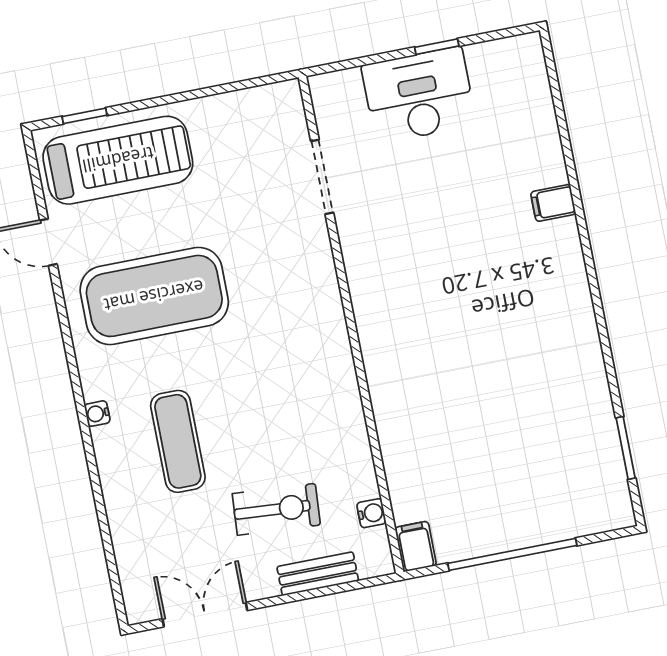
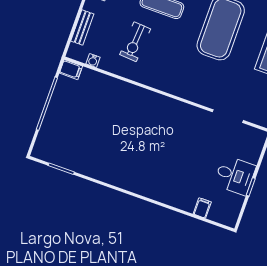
desk: (419, 95) -> (235, 175), width x0.73
filing cabinet: (553, 203) -> (202, 208), moved
exercise bike: (276, 509) -> (135, 42), moved

